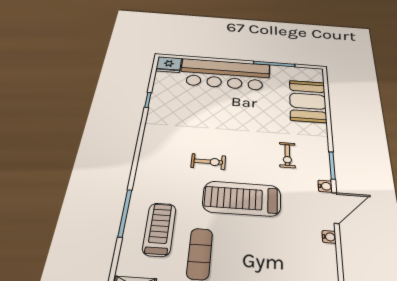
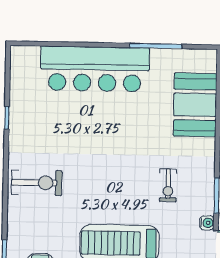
fridge: (169, 65) -> (25, 58), removed
exercise bike: (208, 162) -> (37, 183), moved, width x1.38, depth x1.39

